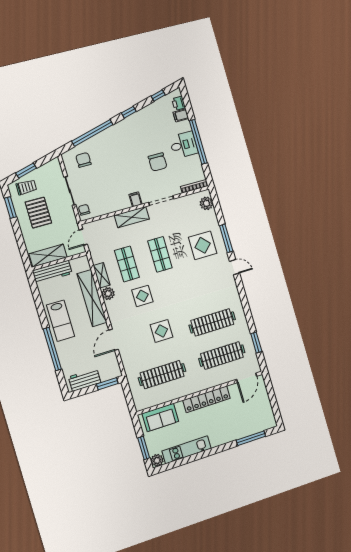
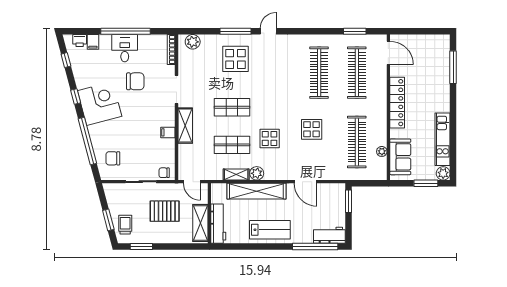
corner desk: (129, 135) -> (100, 103), added
filing cabinet: (136, 199) -> (168, 132), moved
pallet: (38, 213) -> (165, 211), moved
window: (52, 349) -> (315, 246), moved
workbench: (85, 380) -> (329, 235), moved, turned 90
plant: (160, 399) -> (382, 151), added

